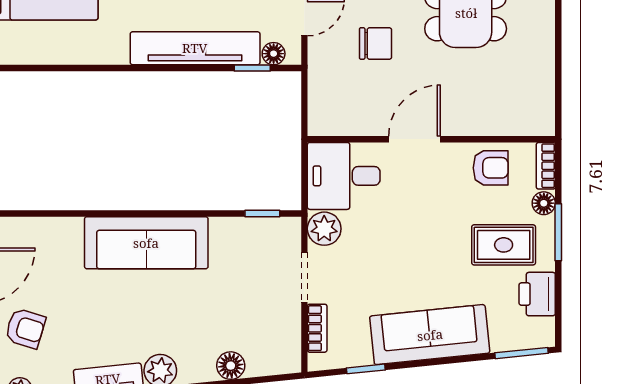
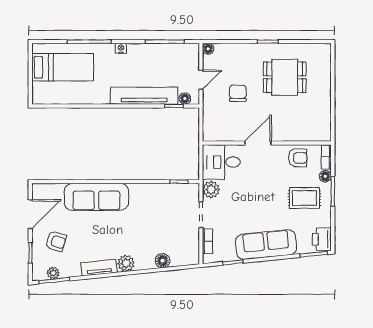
chair: (376, 43) -> (238, 93), turned -90
sofa: (146, 243) -> (96, 197), moved
printer: (537, 294) -> (322, 239), moved

